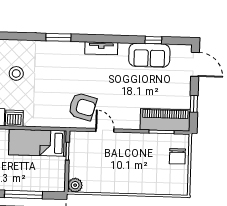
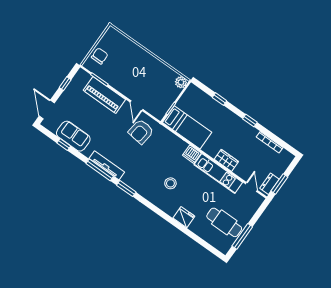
window: (99, 38) -> (100, 170), added
tv unit: (101, 48) -> (107, 165), width x1.41
armchair: (82, 107) -> (141, 132), turned -98
piano: (165, 120) -> (104, 95), moved
window: (24, 194) -> (220, 99), width x0.46

